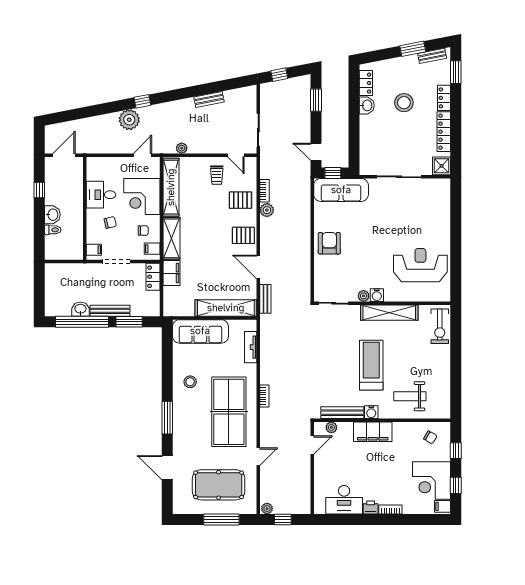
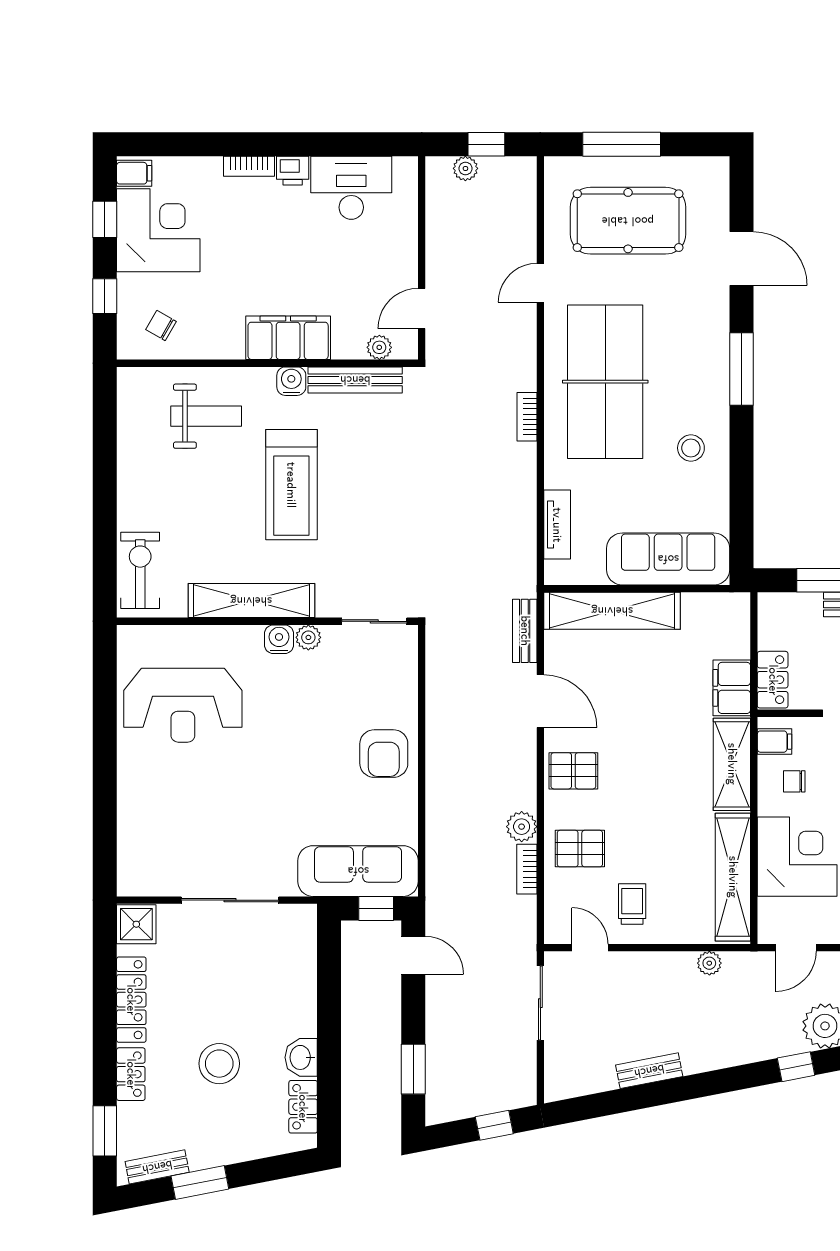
plant: (267, 509) -> (465, 168), moved

